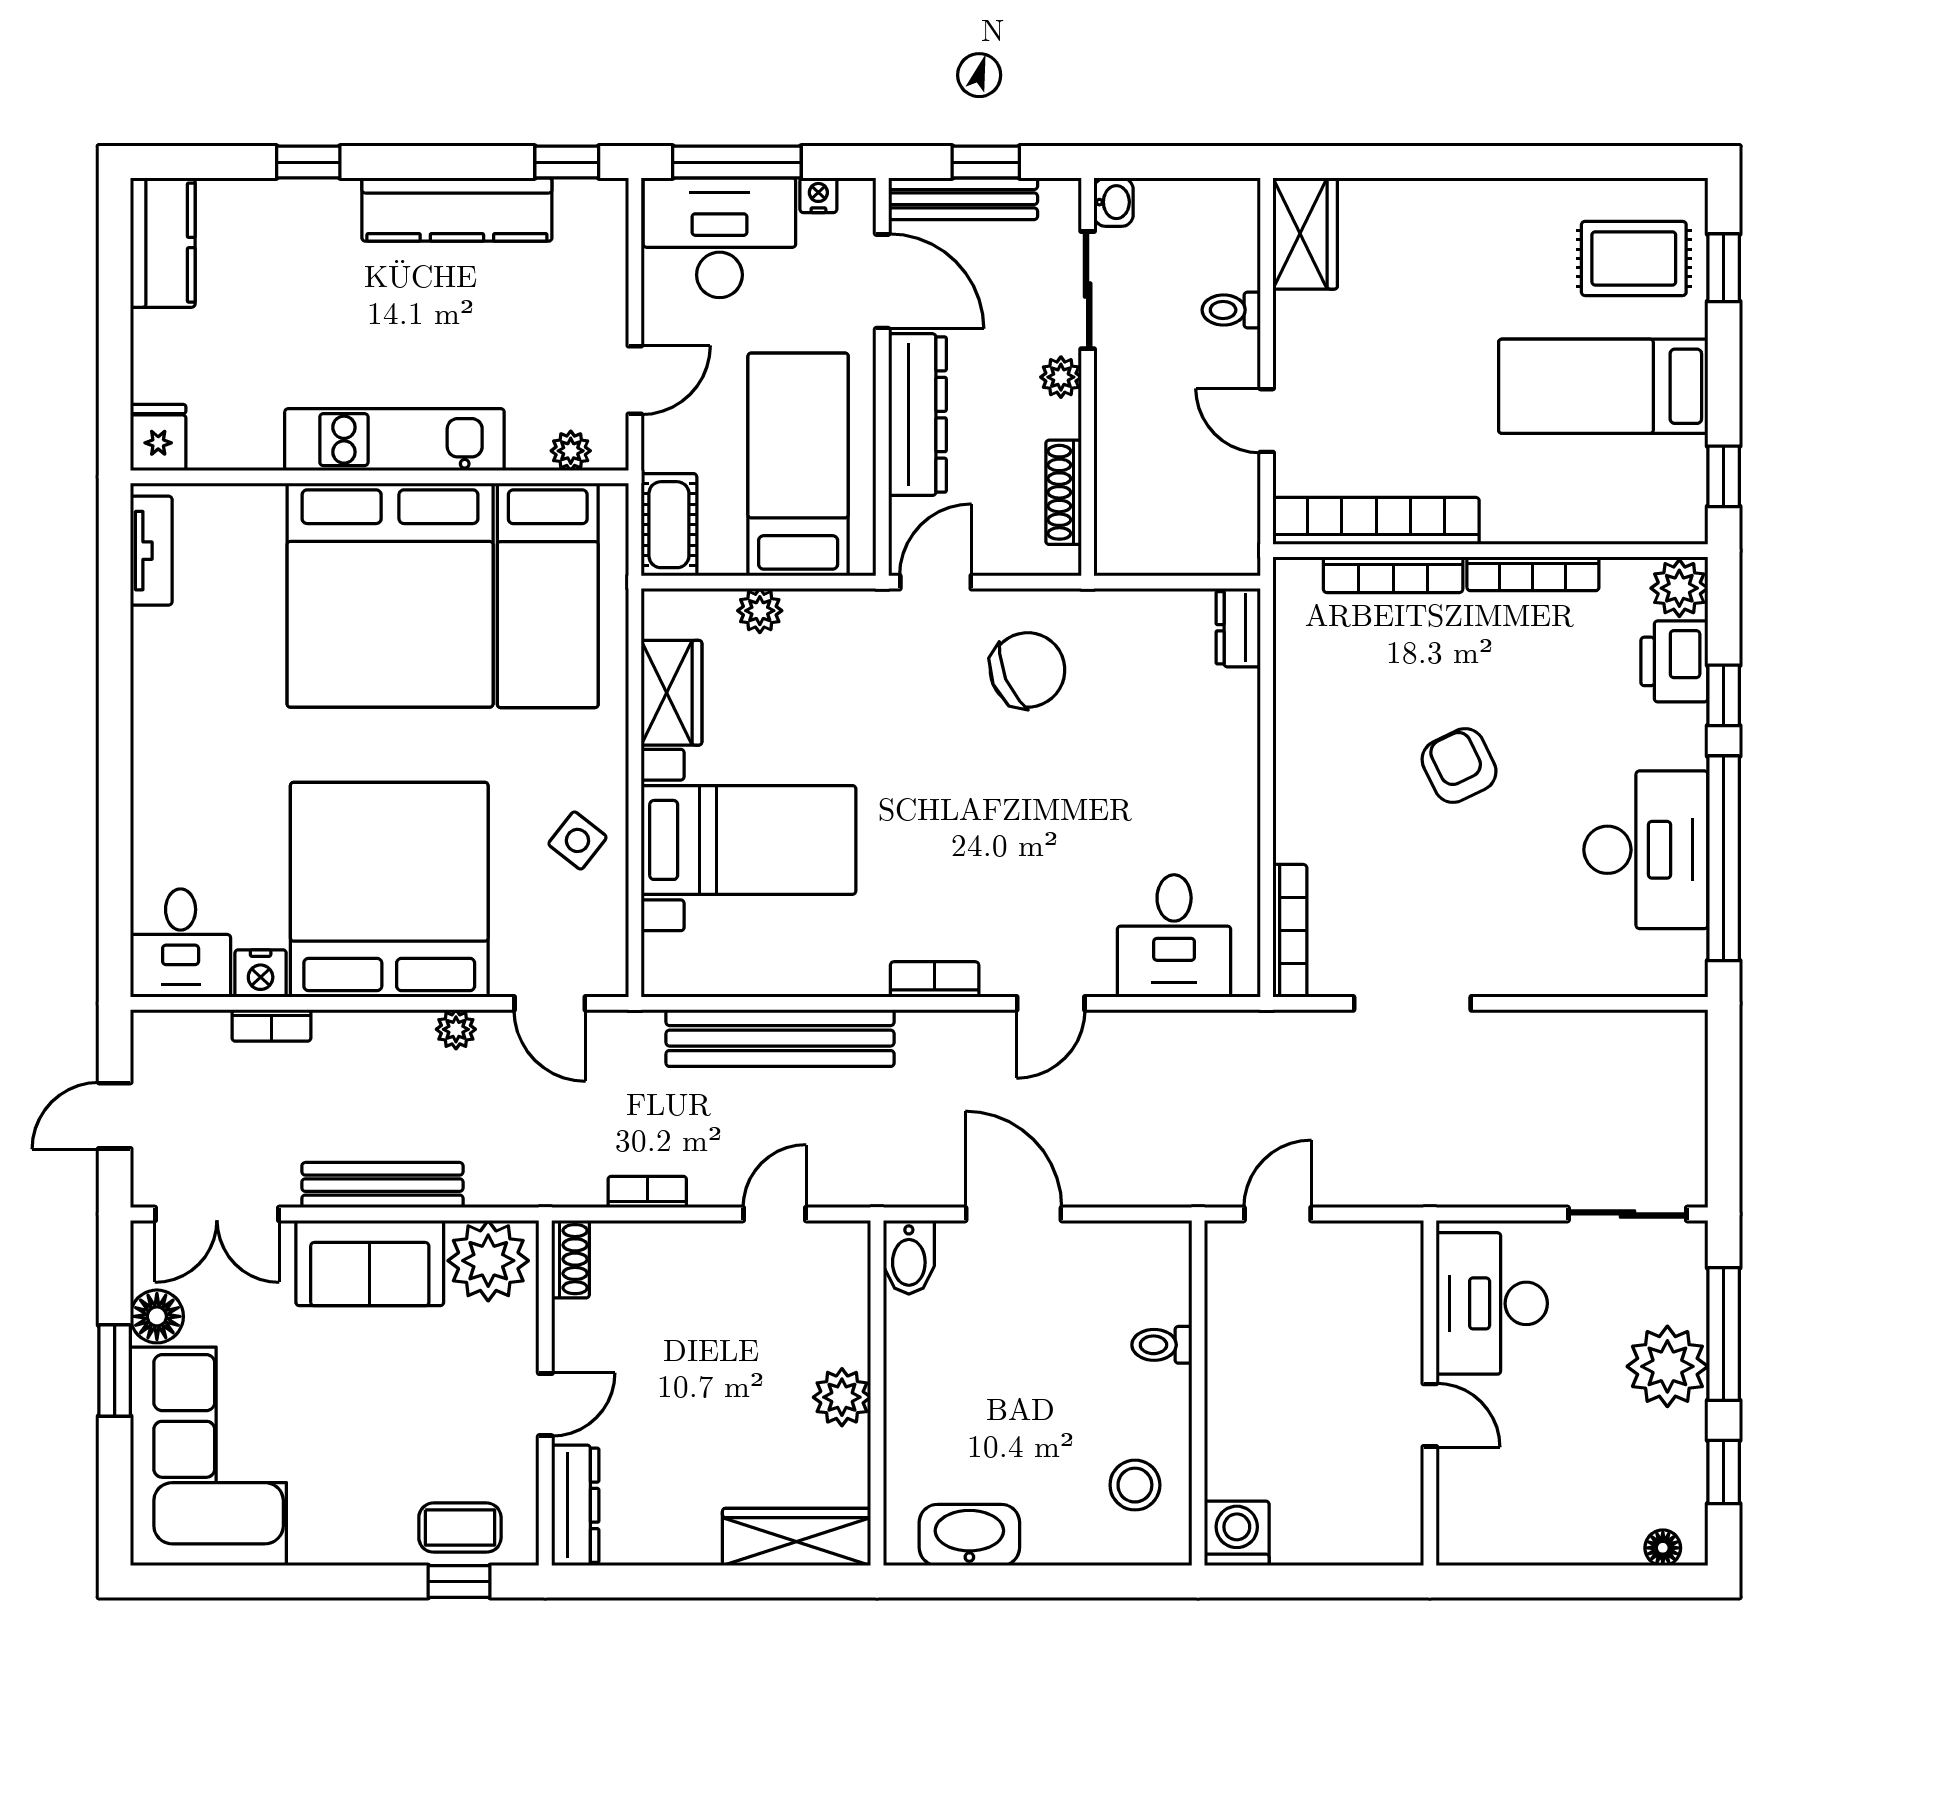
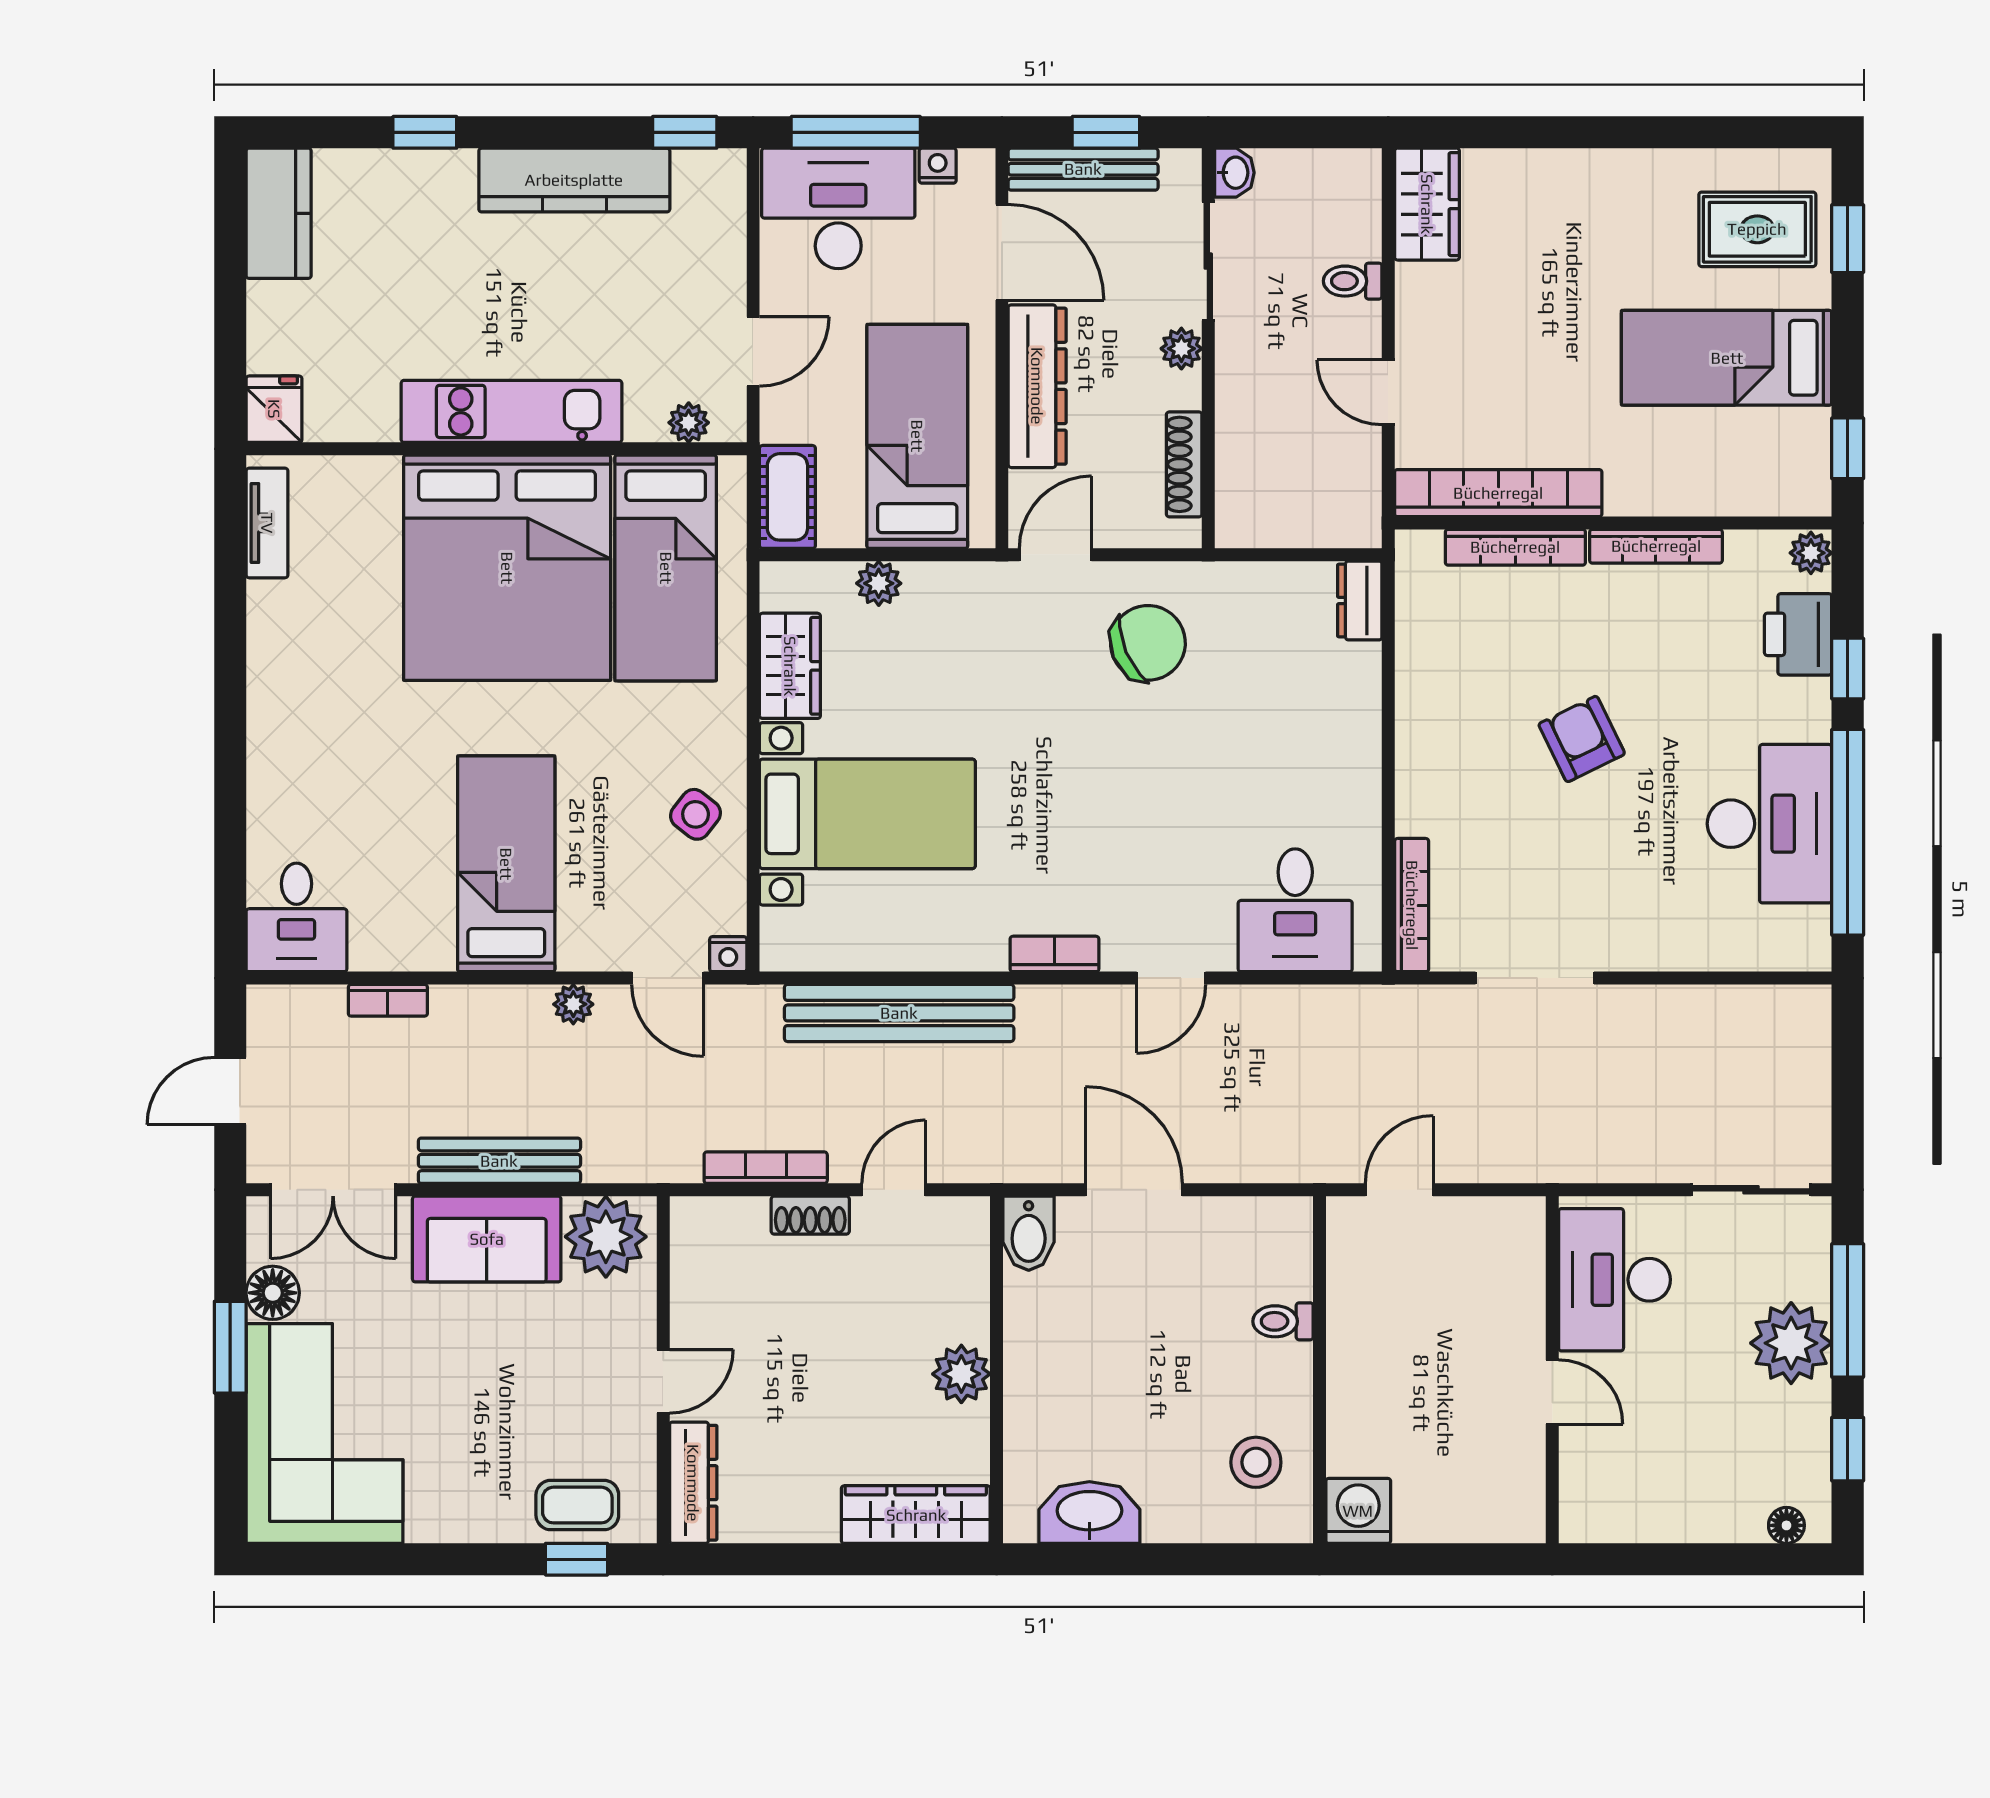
plant: (1679, 588) -> (1811, 553), width x0.73, depth x0.73
bed: (389, 890) -> (506, 864), width x0.49
nightstand: (261, 973) -> (728, 954), moved, width x0.72, depth x0.74
bookcase: (647, 1192) -> (766, 1168), width x1.56
shoe rack: (571, 1259) -> (810, 1215), moved, turned 90

